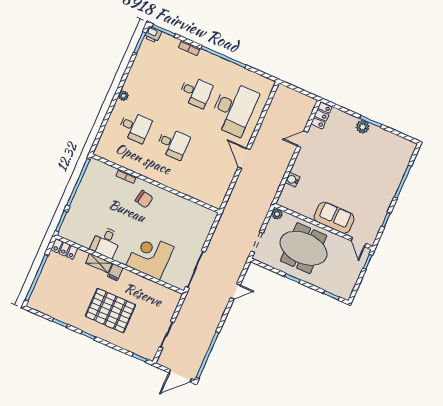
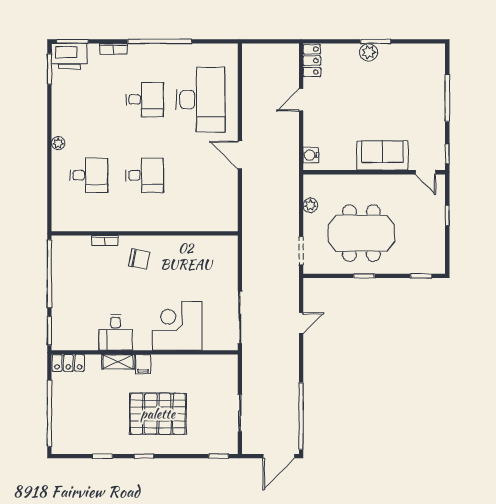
printer: (153, 34) -> (69, 56), width x1.87, depth x1.48
sofa: (334, 218) -> (382, 155), moved
wall: (323, 227) -> (374, 172), moved
door: (359, 242) -> (426, 172), moved

